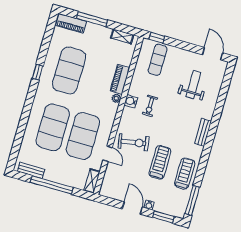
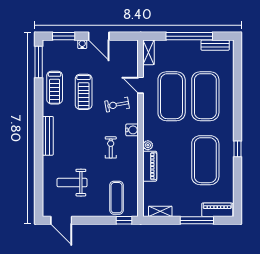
weight bench: (193, 85) -> (72, 183), turned 90
water cooler: (131, 101) -> (132, 130), moved
bench: (203, 132) -> (48, 136), width x1.36
exercise bike: (133, 142) -> (117, 105), width x0.73, depth x0.72

